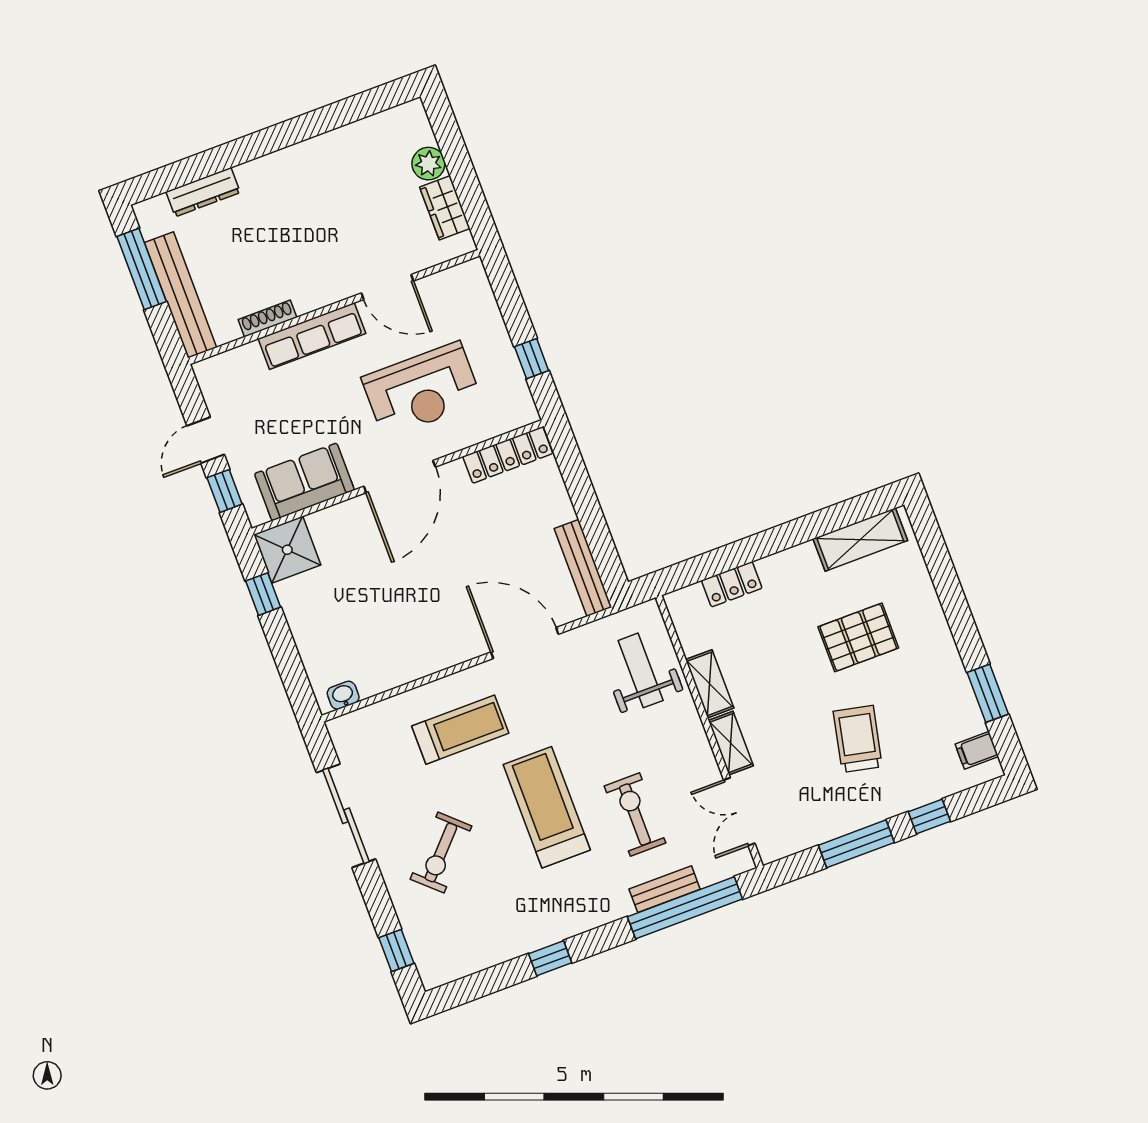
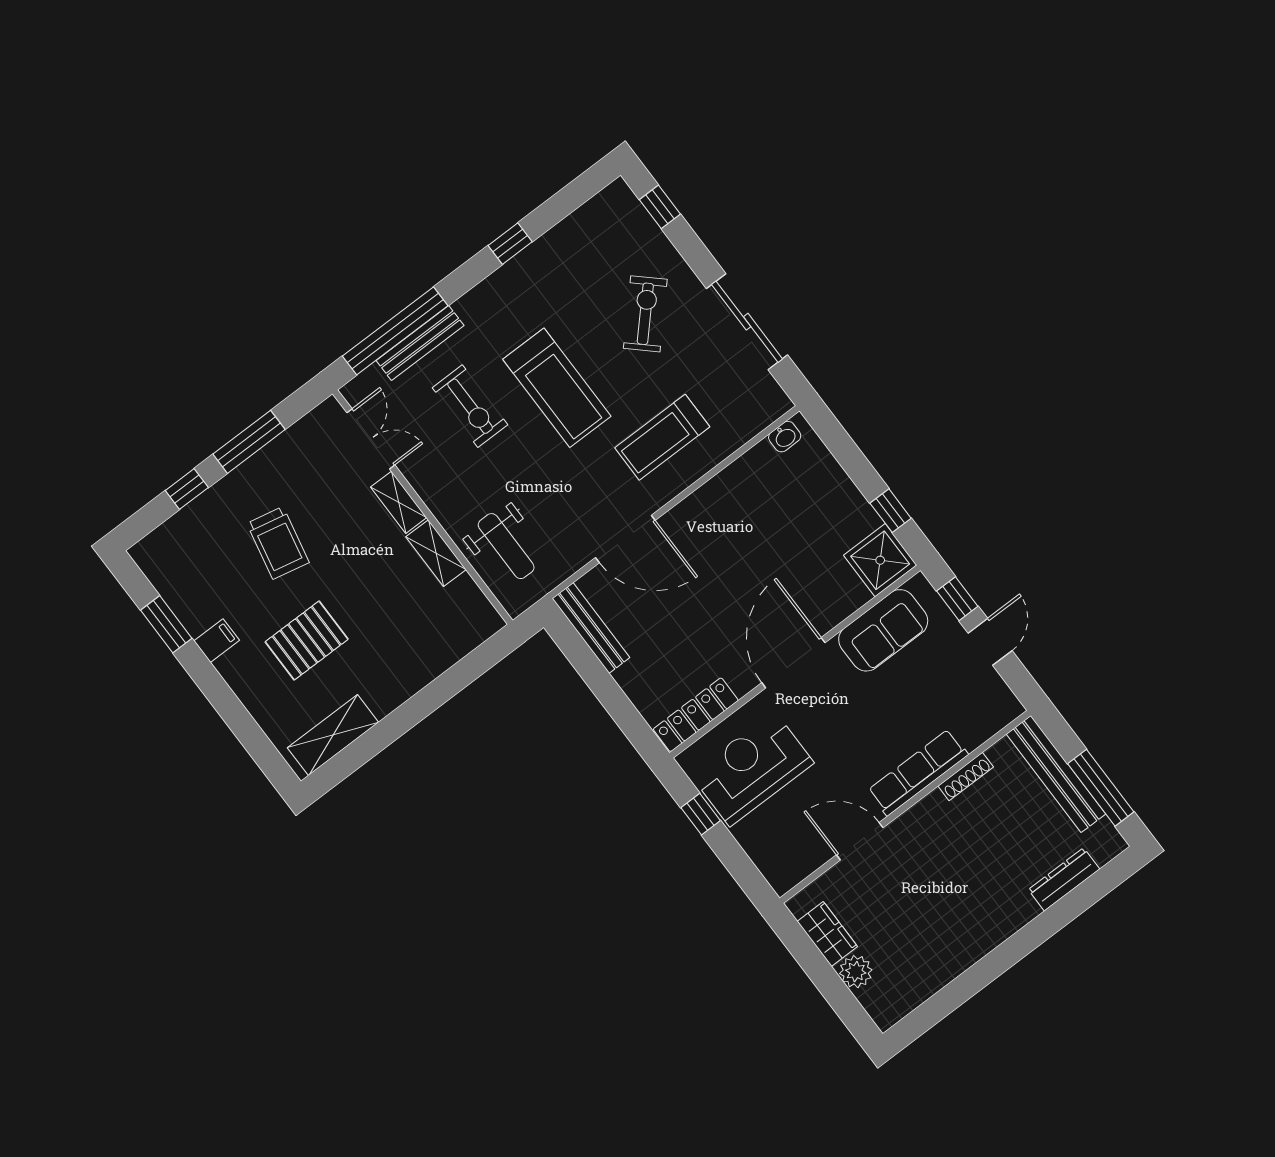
reception desk: (422, 390) -> (752, 769), moved
locker: (732, 584) -> (443, 655), removed
filing cabinet: (977, 750) -> (217, 641), moved
bench: (665, 889) -> (420, 343), width x1.36

